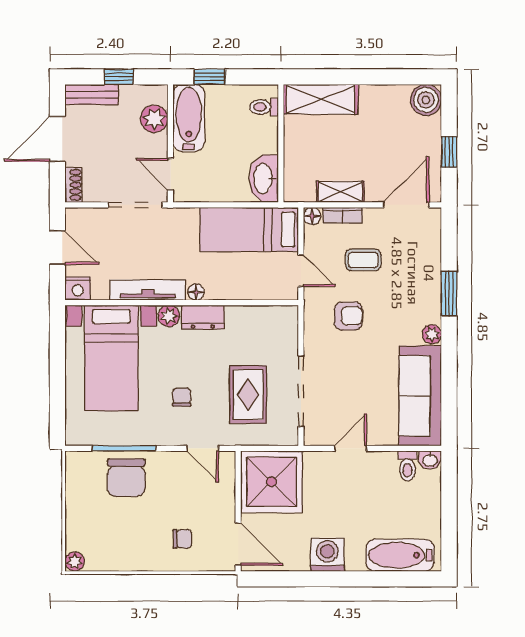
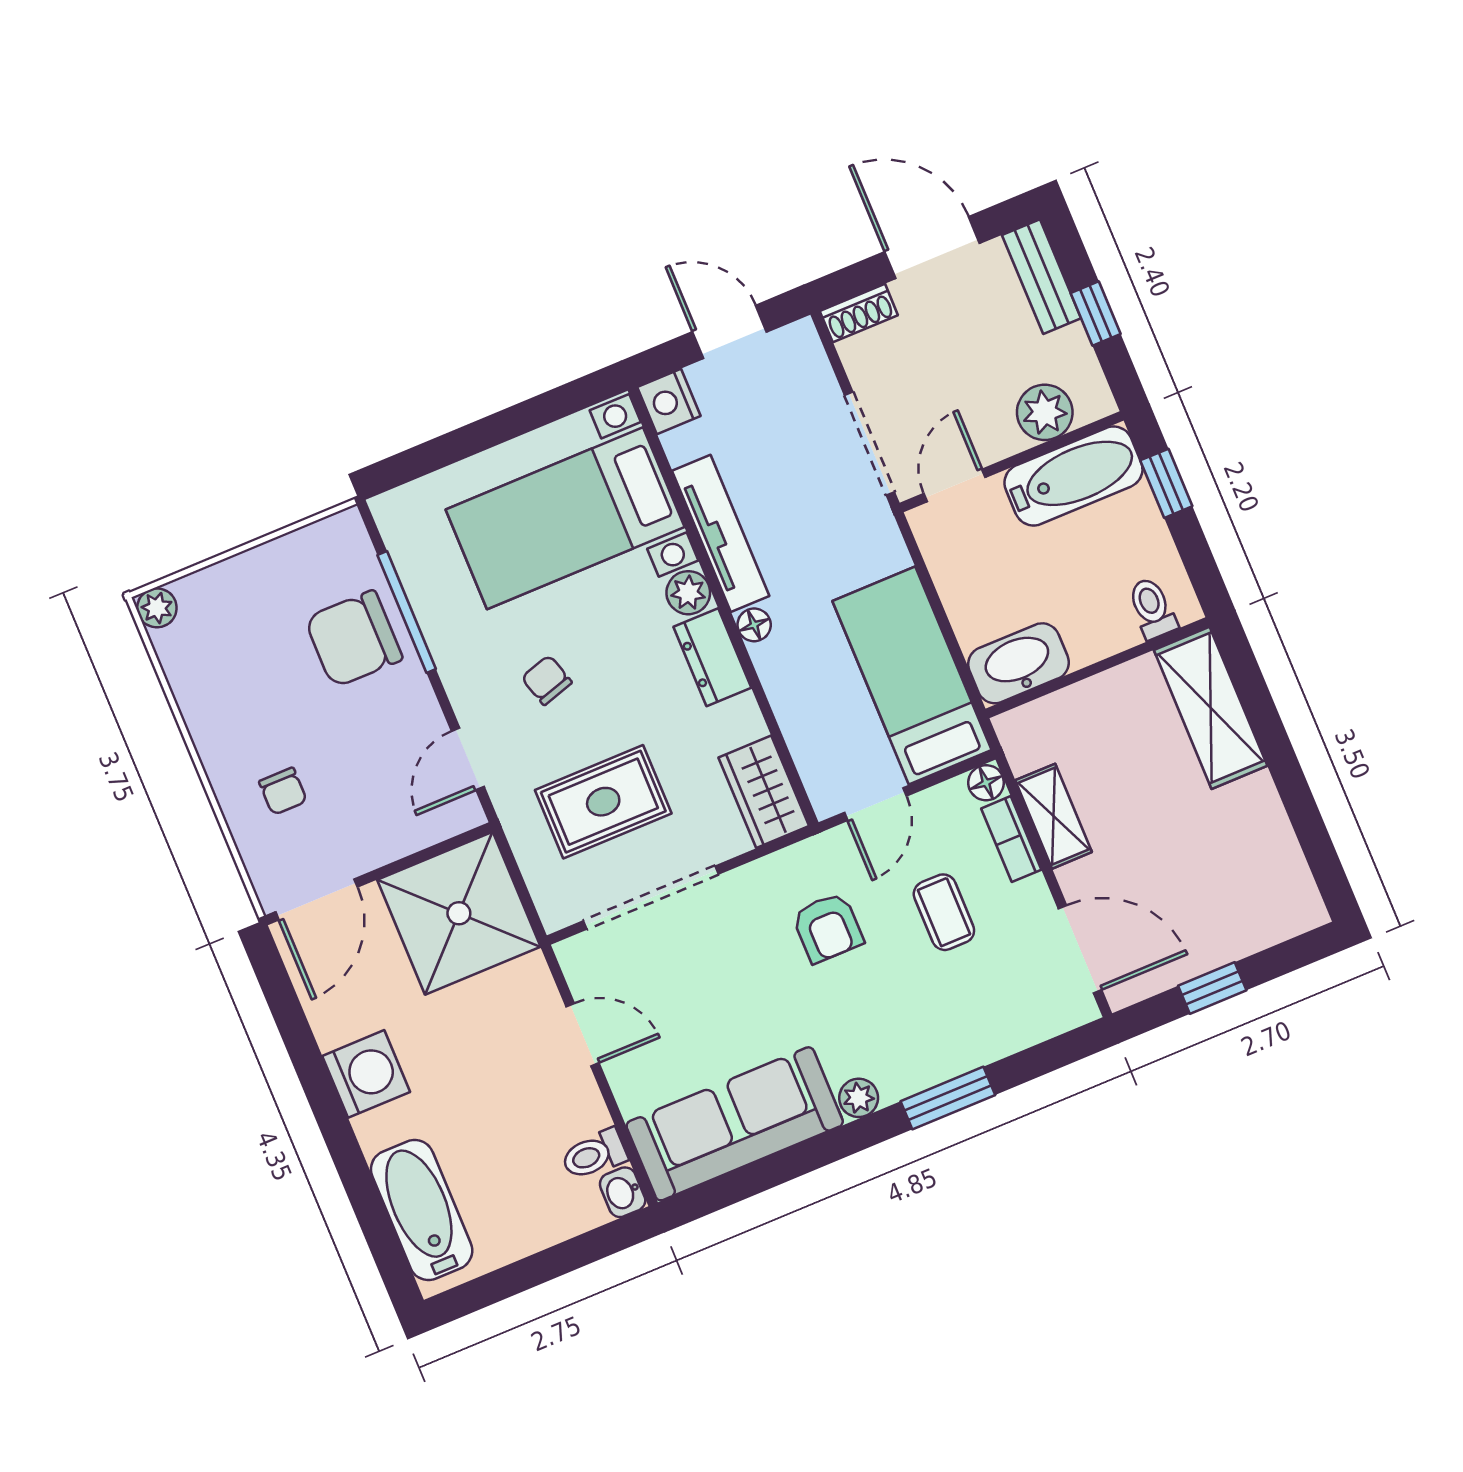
boiler: (426, 100) -> (1291, 905), removed
door: (57, 248) -> (730, 332), swing flipped
wardrobe: (274, 319) -> (764, 792), added
chair: (182, 397) -> (547, 680), turned -107

